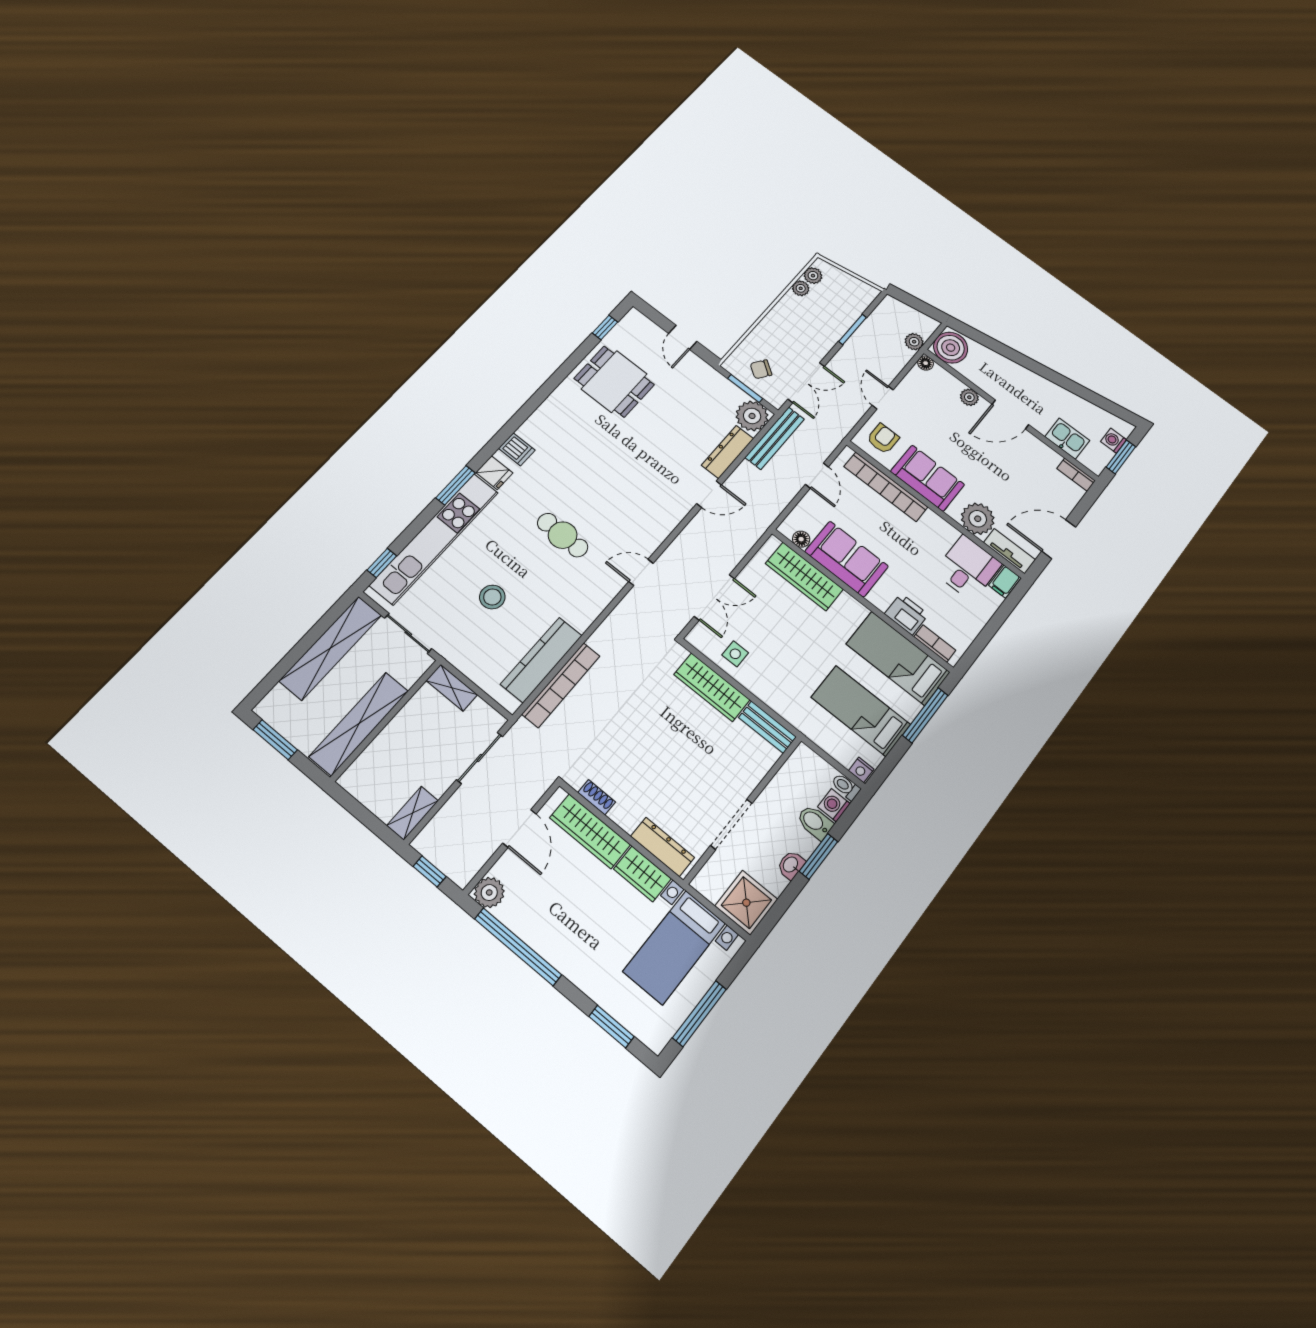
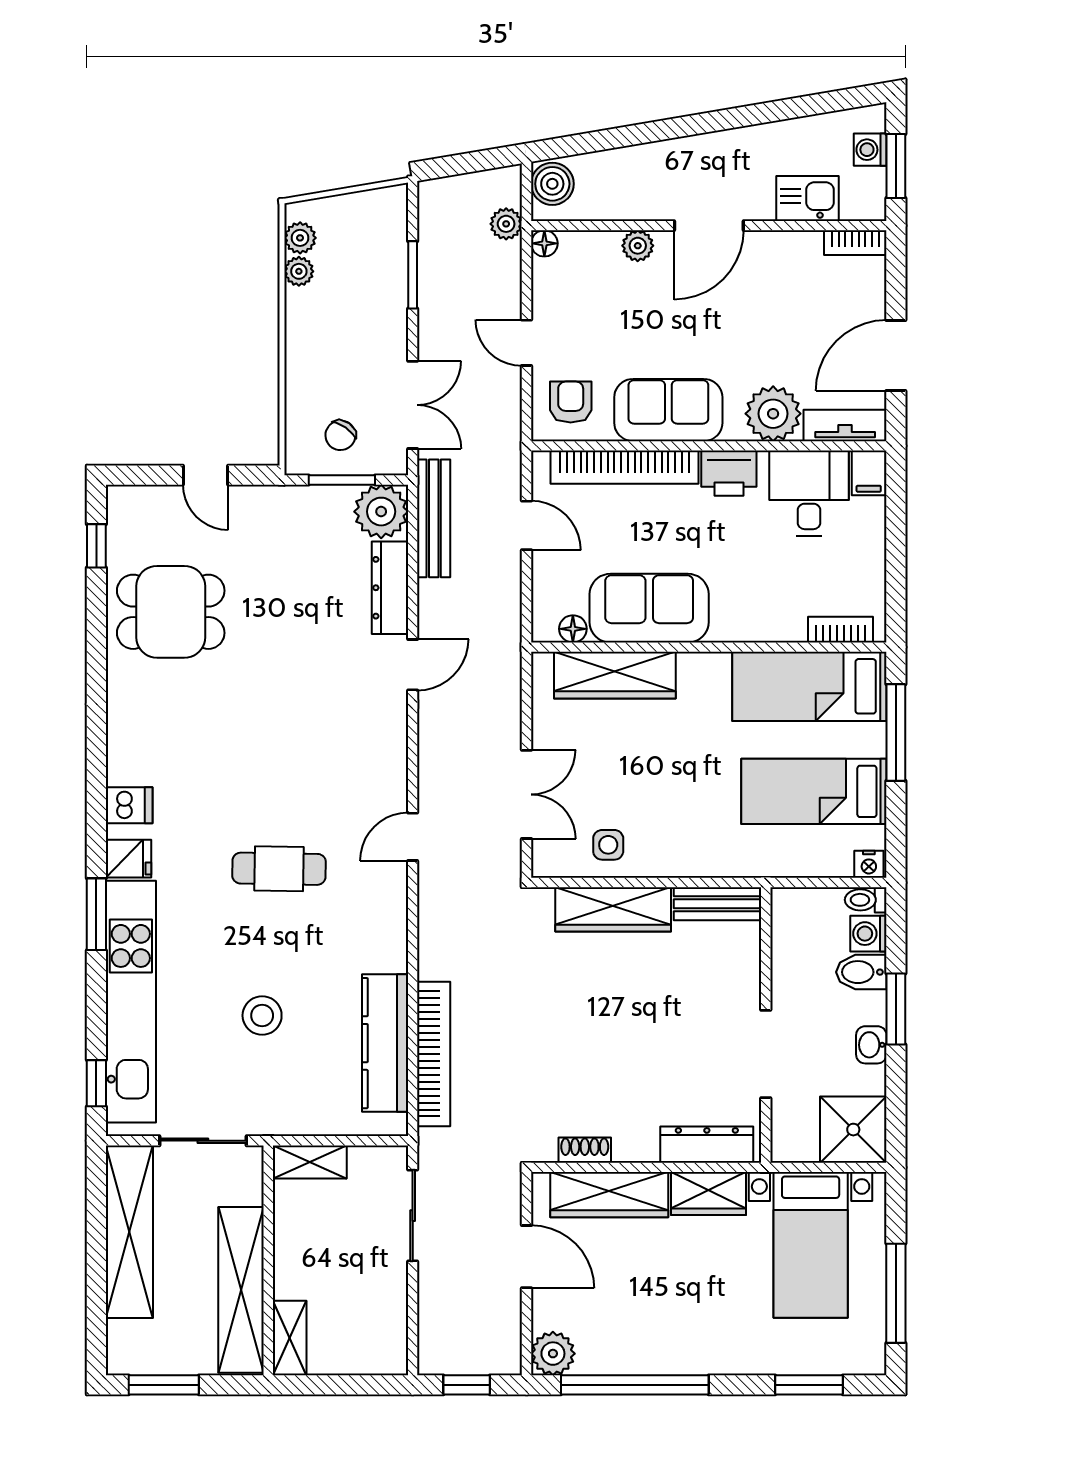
boiler: (951, 348) -> (552, 184), width x0.73, depth x0.73
printer: (906, 614) -> (729, 473), moved, turned 180
shelving: (413, 813) -> (290, 1338), moved

